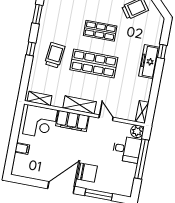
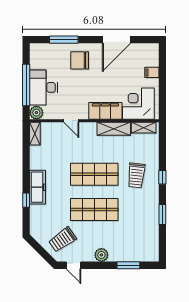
shop shelf: (100, 31) -> (94, 209), width x1.43, depth x1.36
shelving: (80, 105) -> (114, 129), moved
desk: (127, 149) -> (44, 87), width x1.37
door: (61, 188) -> (116, 40), moved

